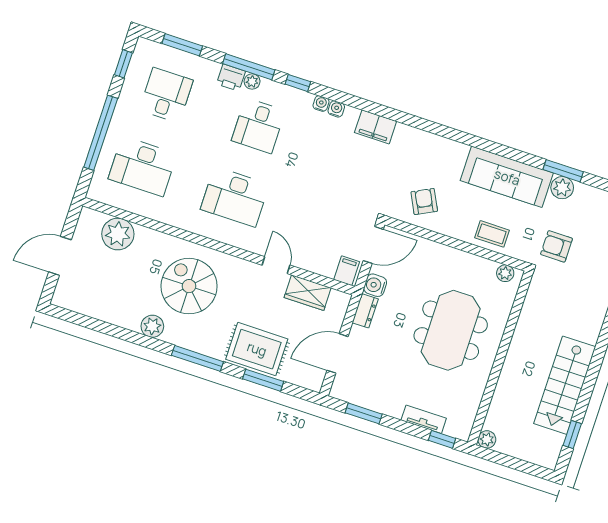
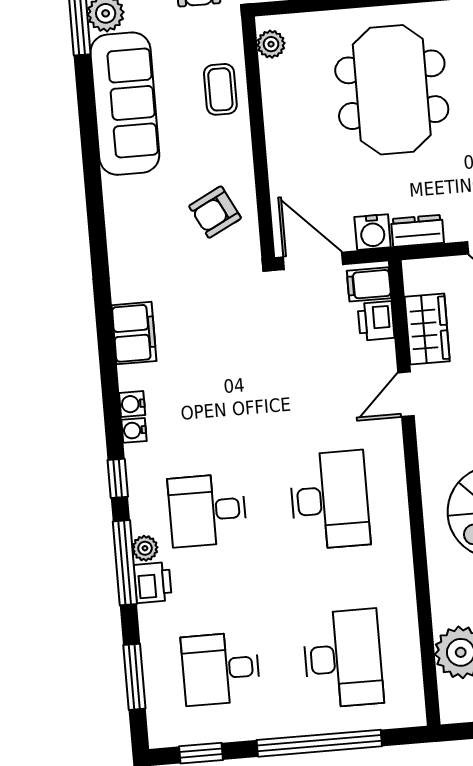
desk: (258, 126) -> (207, 510), turned 180
printer: (324, 266) -> (376, 321), added
meeting table: (451, 330) -> (392, 90), turned 90

